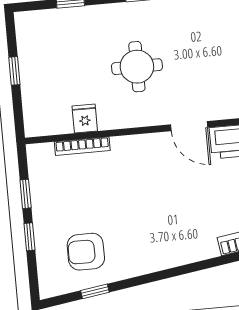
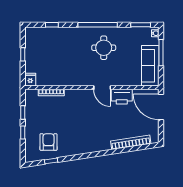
round table: (137, 67) -> (104, 48), moved
fridge: (85, 118) -> (30, 80), moved
armchair: (86, 252) -> (49, 142), turned 90

